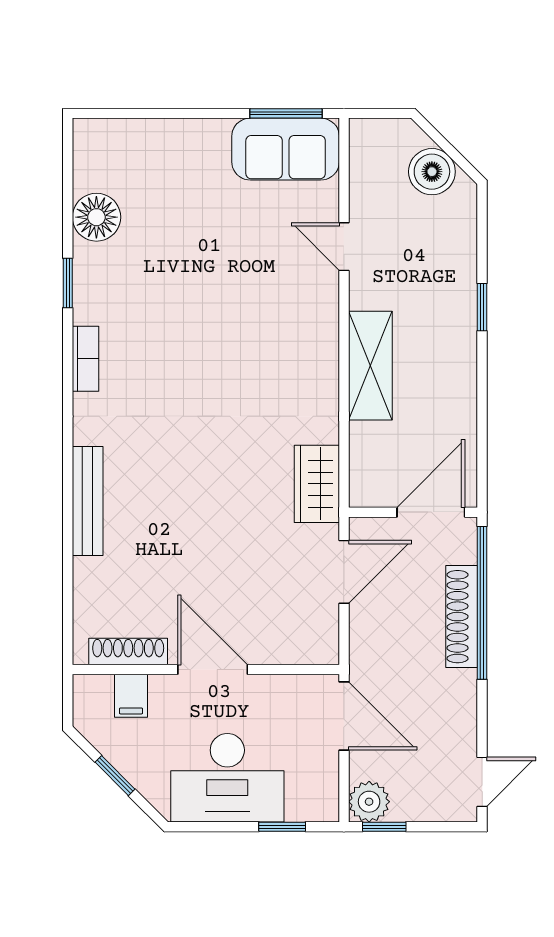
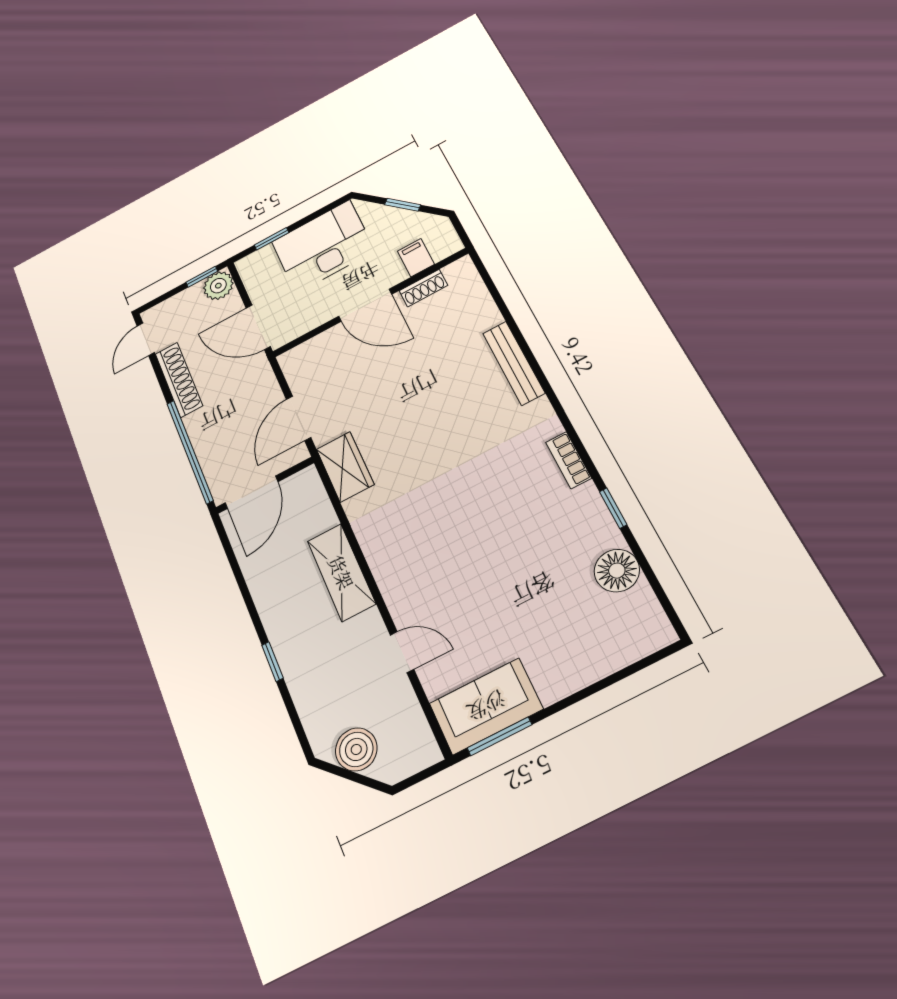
shoe rack: (462, 617) -> (179, 380), moved
shoe rack: (128, 652) -> (423, 288), width x0.70

